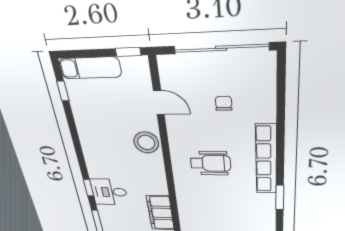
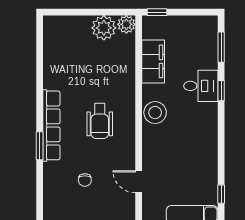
stool: (146, 142) -> (155, 113), moved
wheelchair: (210, 163) -> (100, 121), turned -90
window: (280, 198) -> (40, 146), moved

